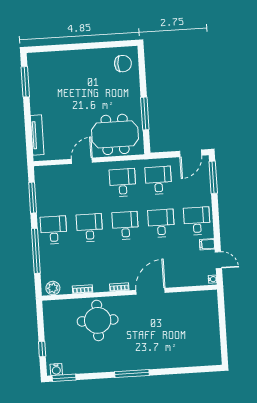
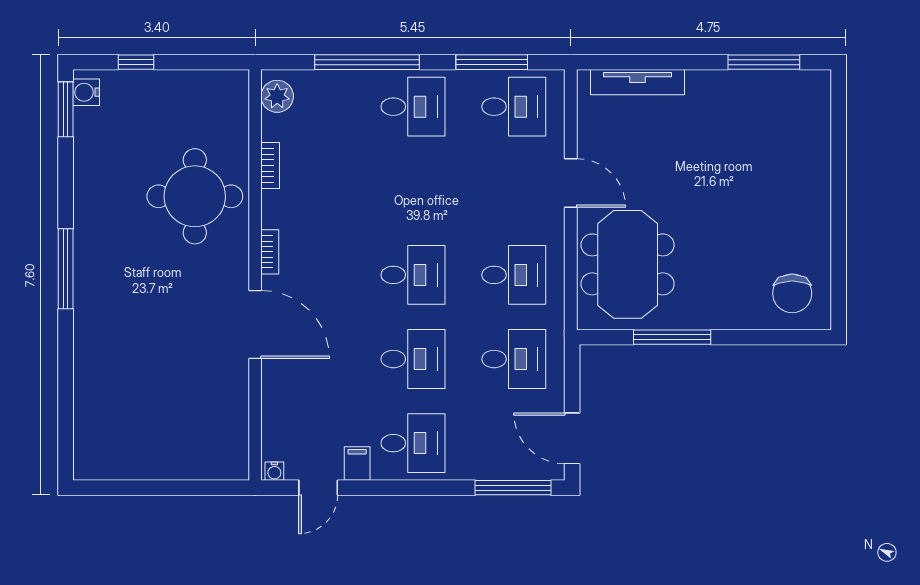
desk: (89, 228) -> (514, 107), moved

